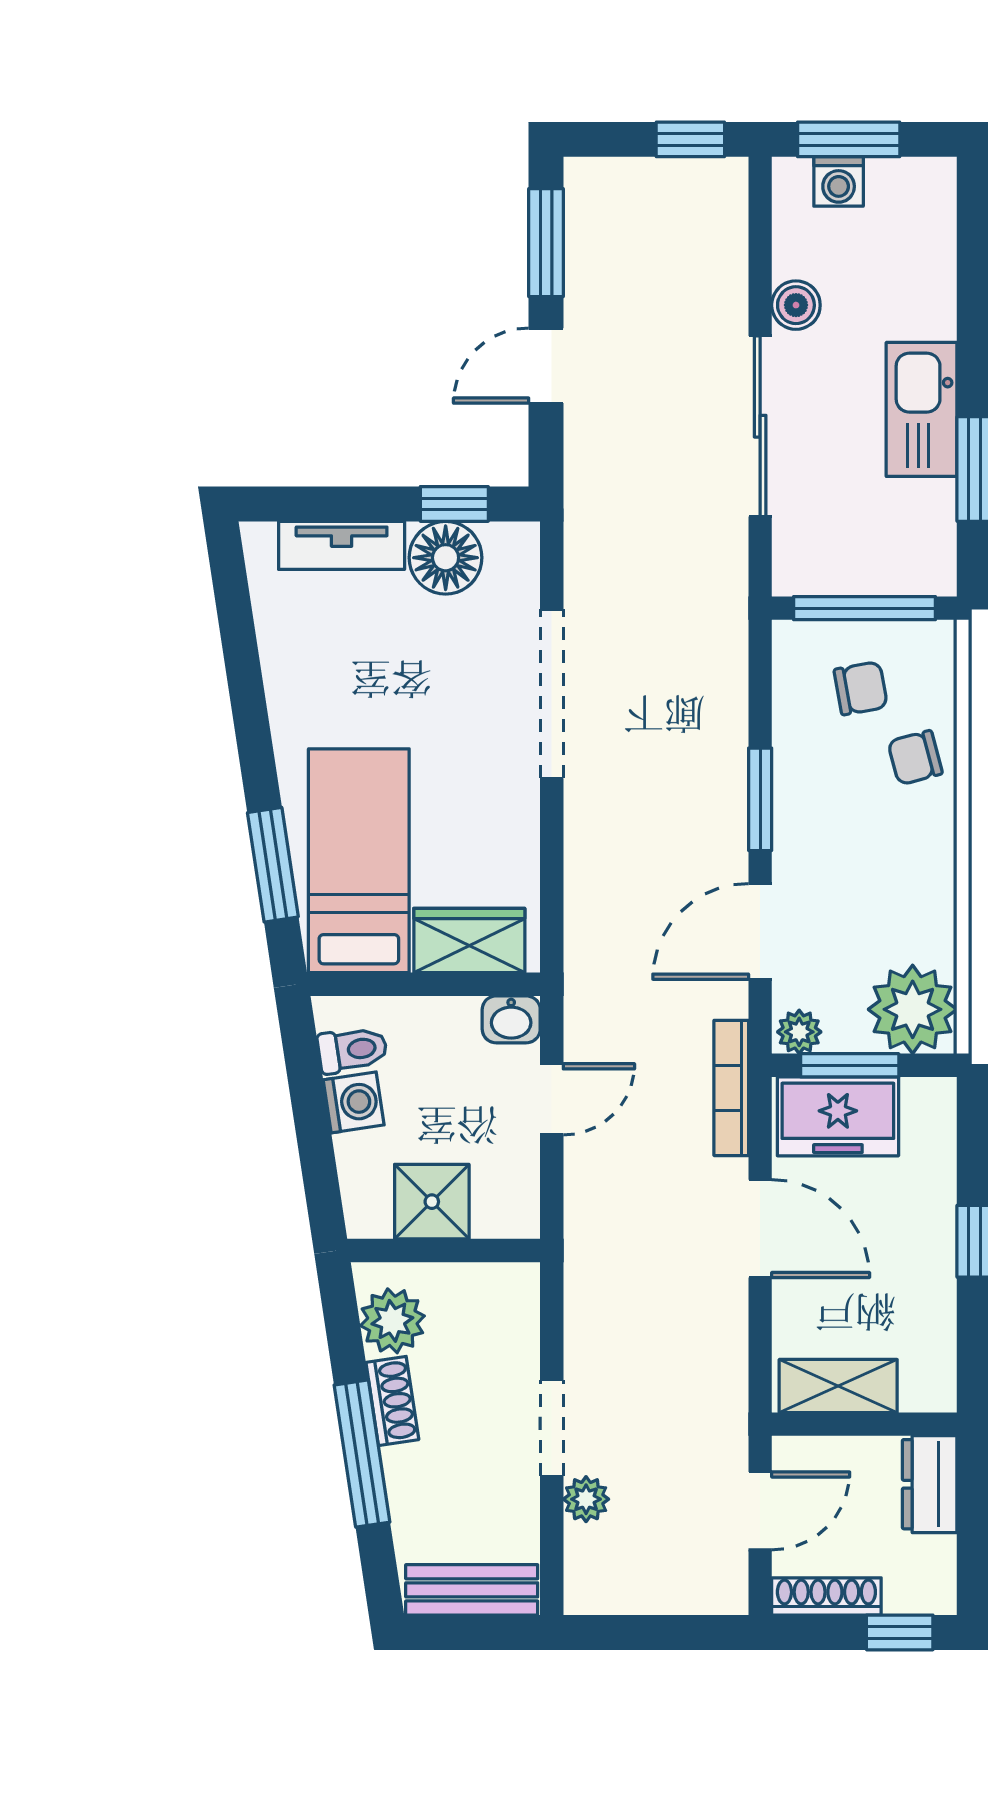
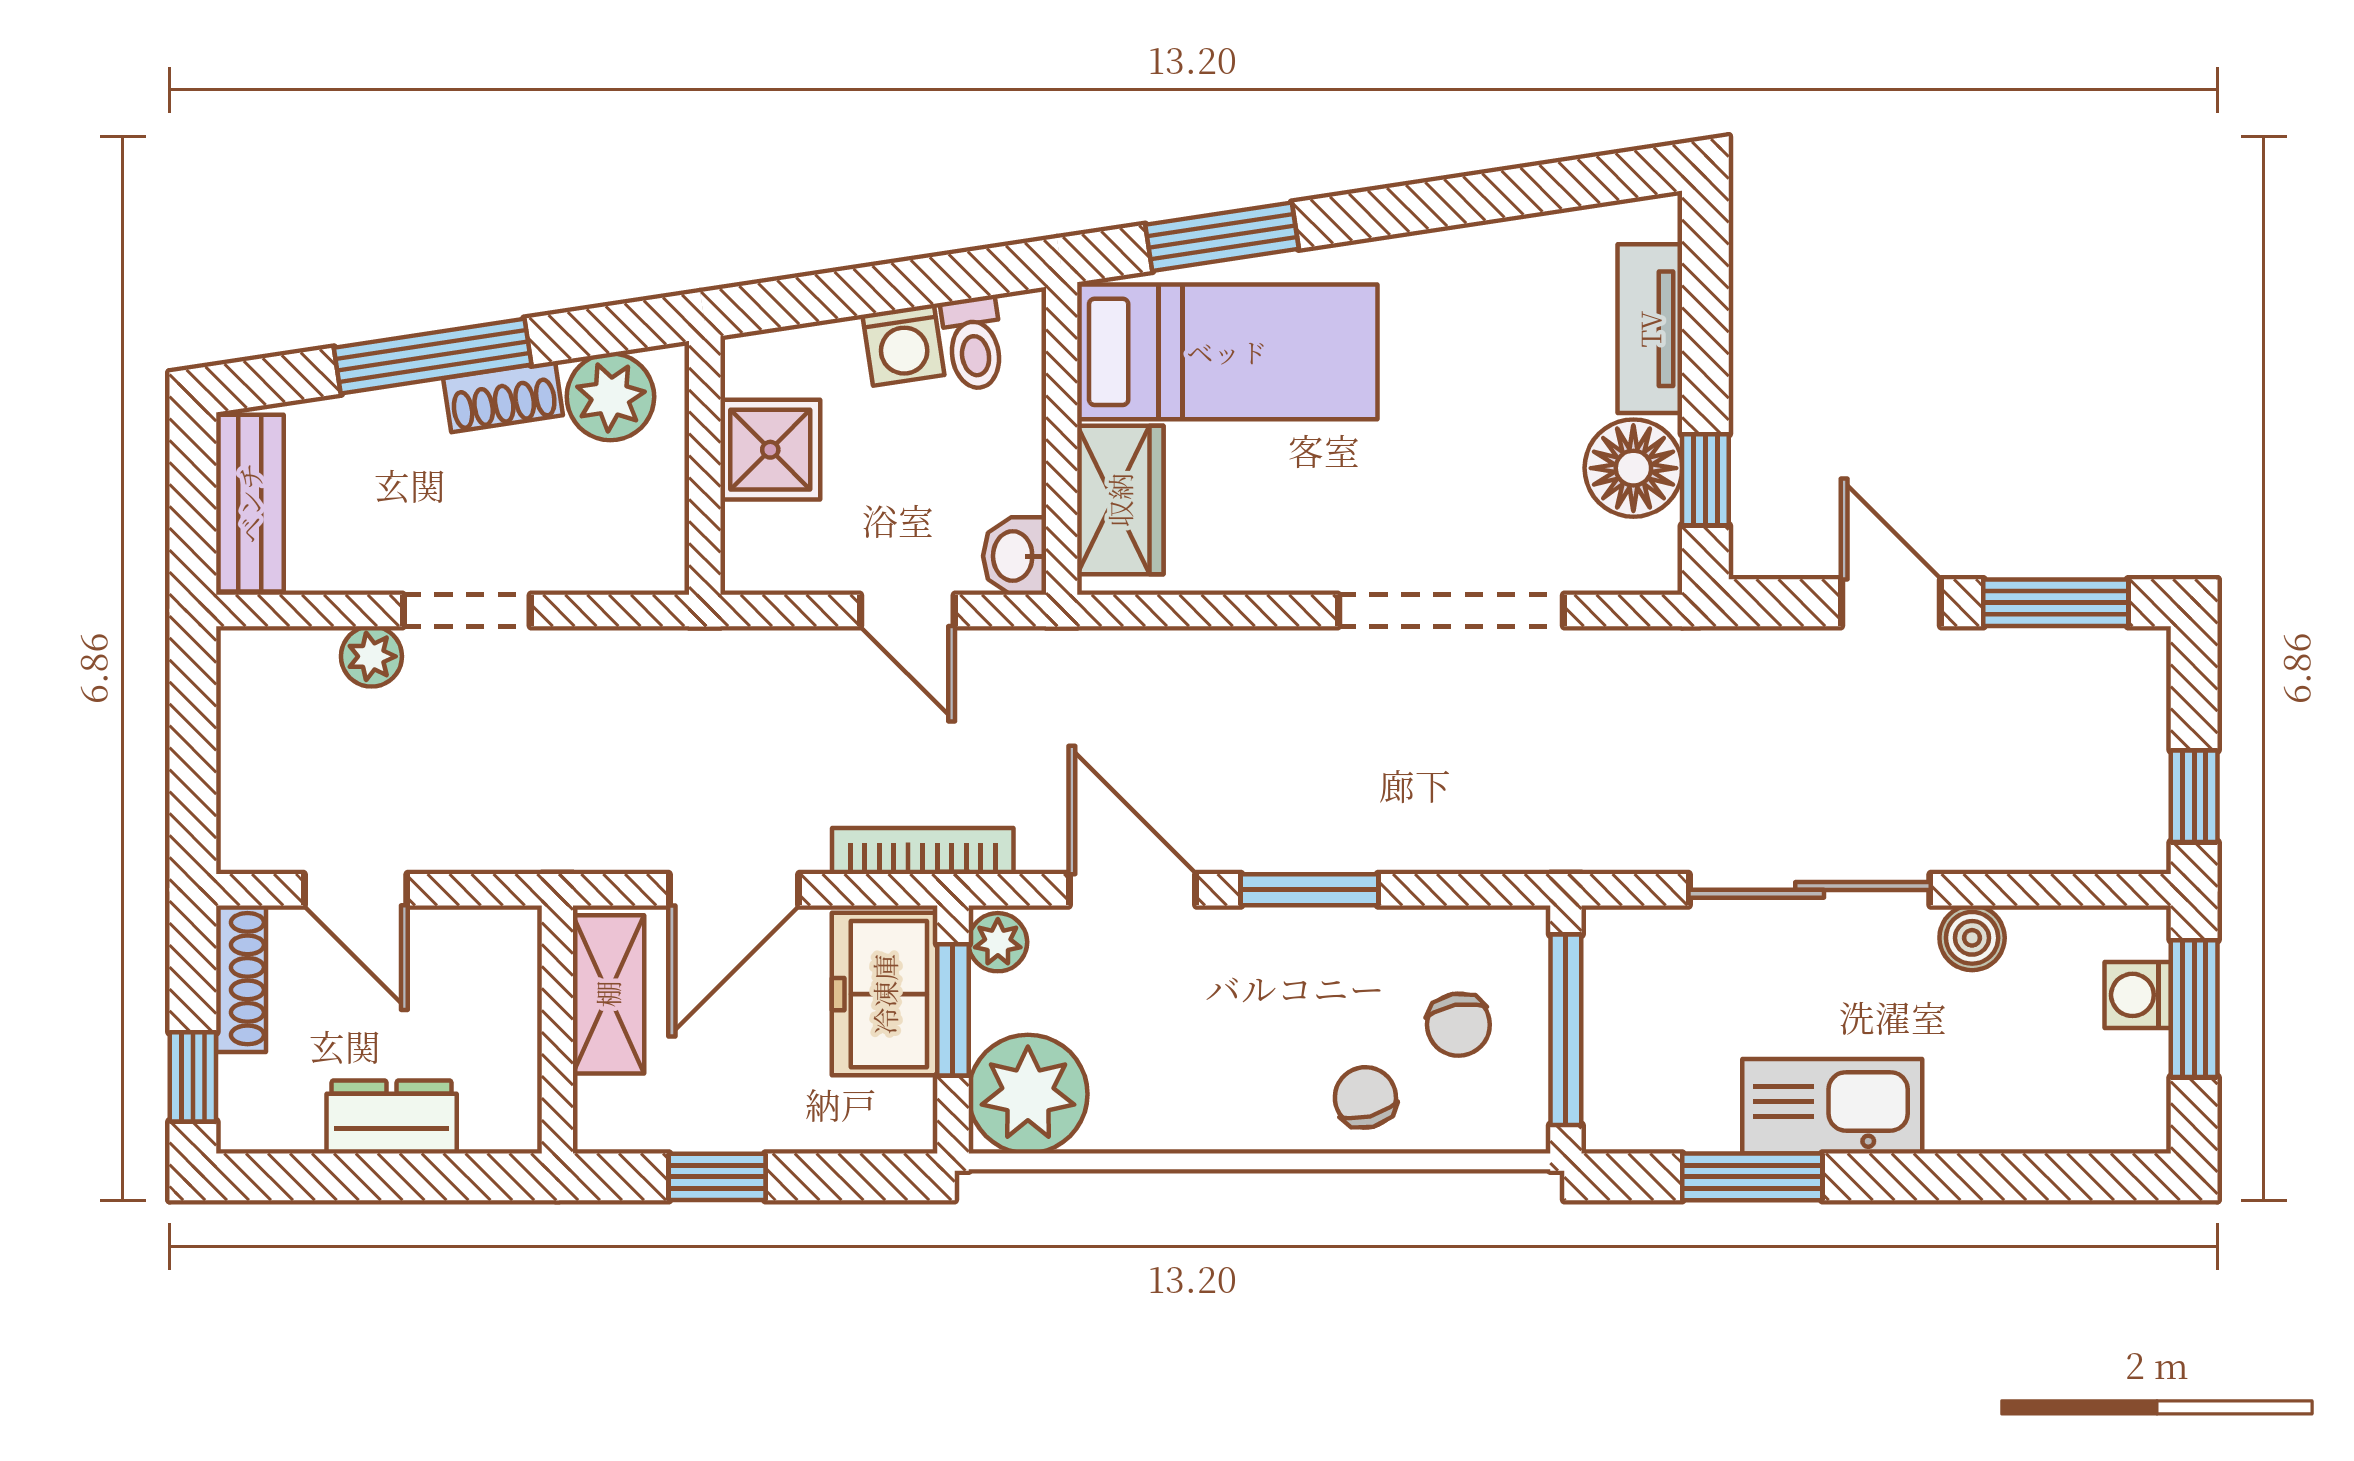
shelving: (838, 1386) -> (608, 994), moved
wall: (864, 1424) -> (557, 1029), moved

